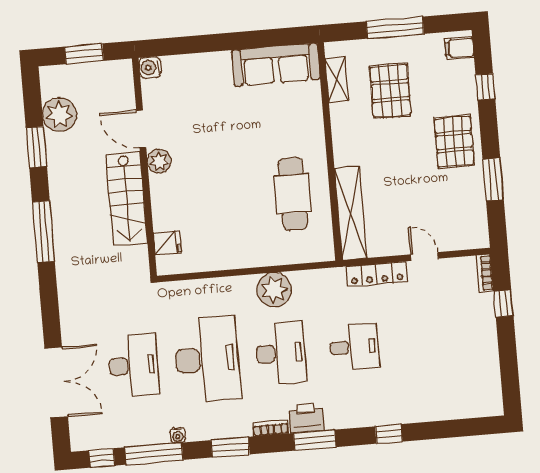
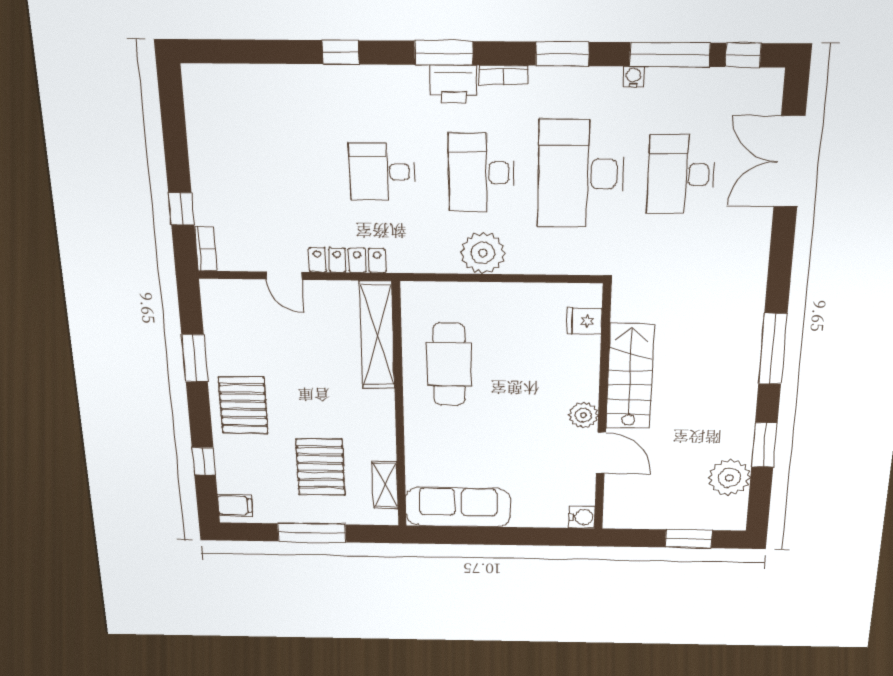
water cooler: (150, 68) -> (582, 517), moved
door: (141, 129) -> (601, 453), moved
plant: (159, 161) -> (583, 415), moved
wall: (144, 167) -> (603, 411), moved
stairs: (126, 199) -> (630, 377), moved
fridge: (167, 243) -> (584, 321), moved

